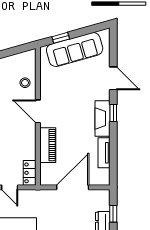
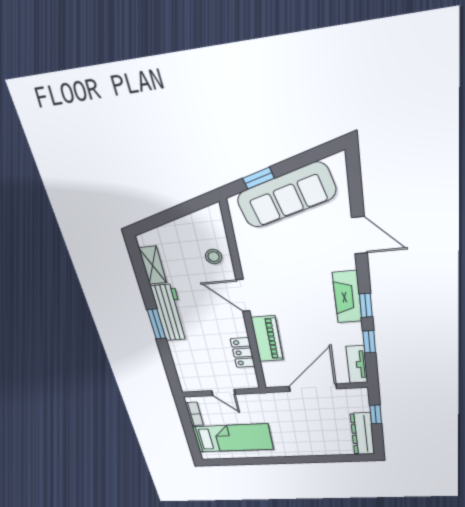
window: (113, 113) -> (366, 305), moved
tv unit: (104, 153) -> (357, 365), moved
window: (113, 153) -> (369, 342), added
locker: (30, 173) -> (243, 353), moved

